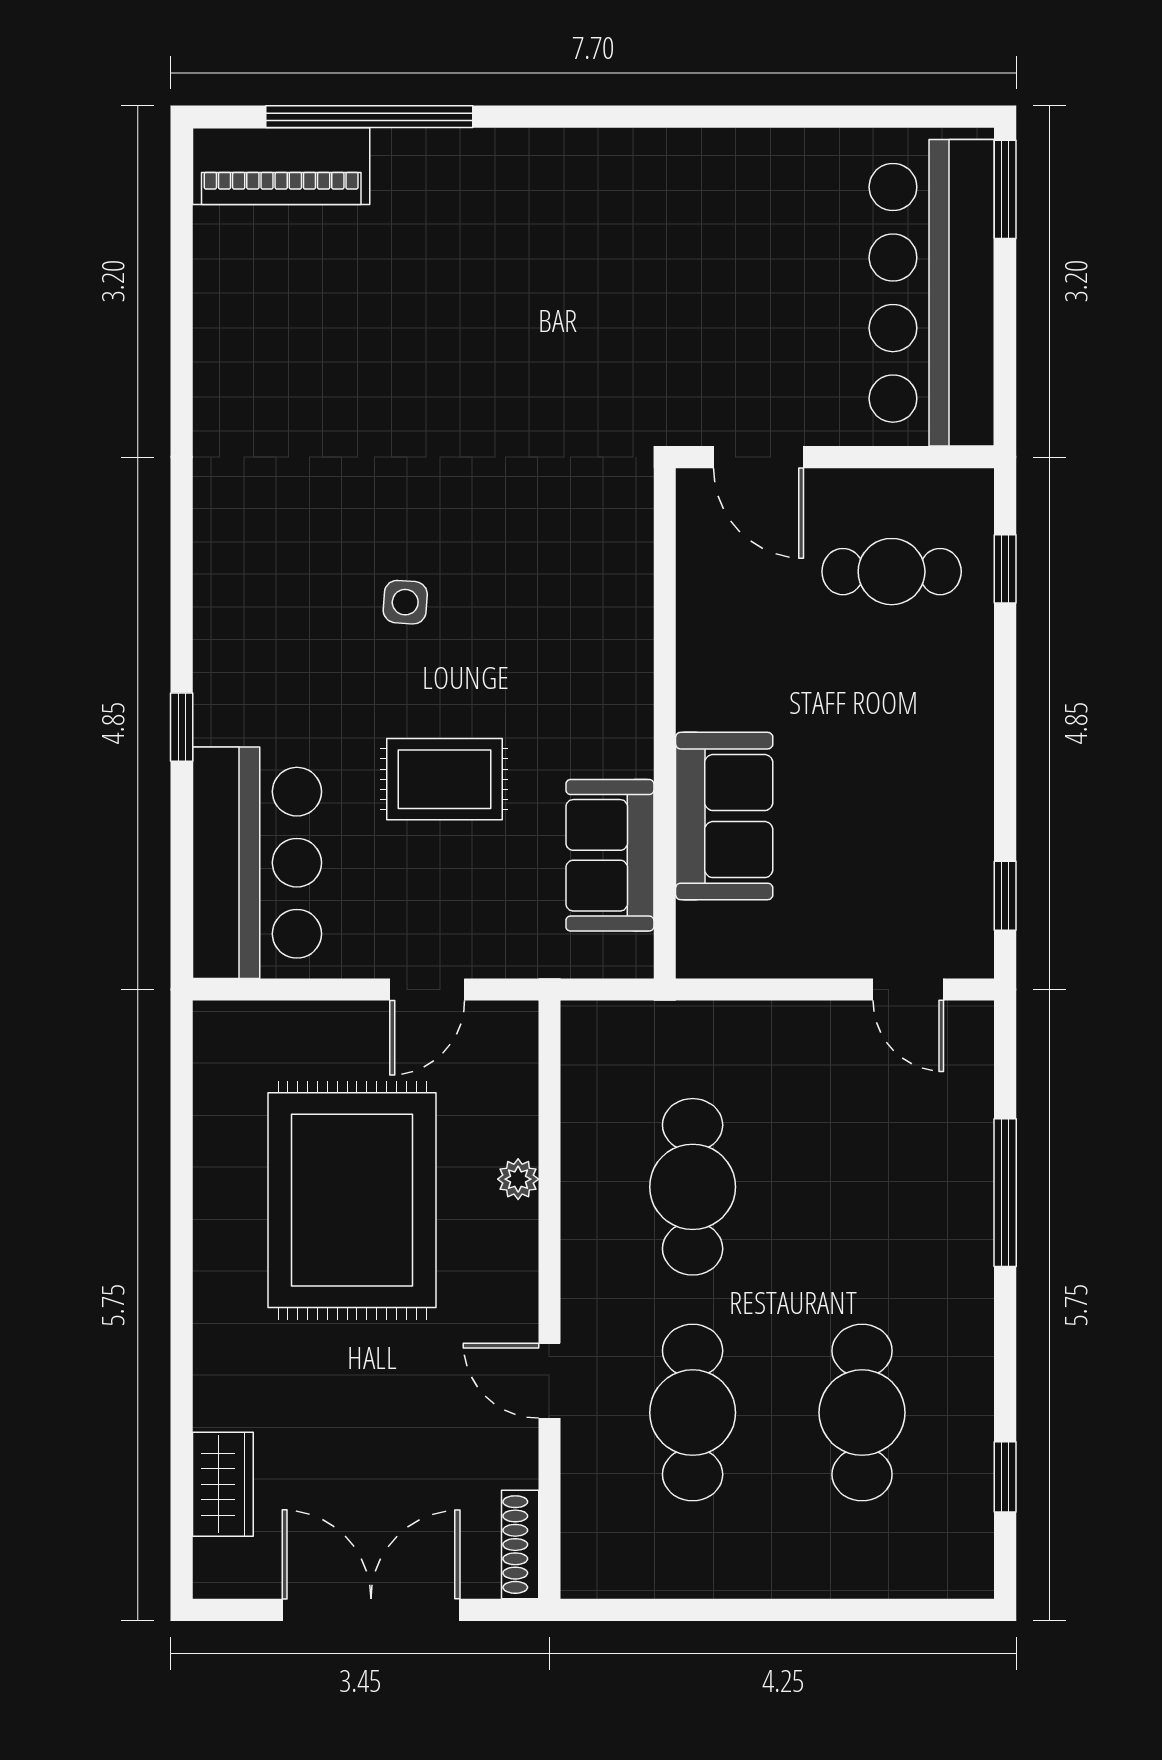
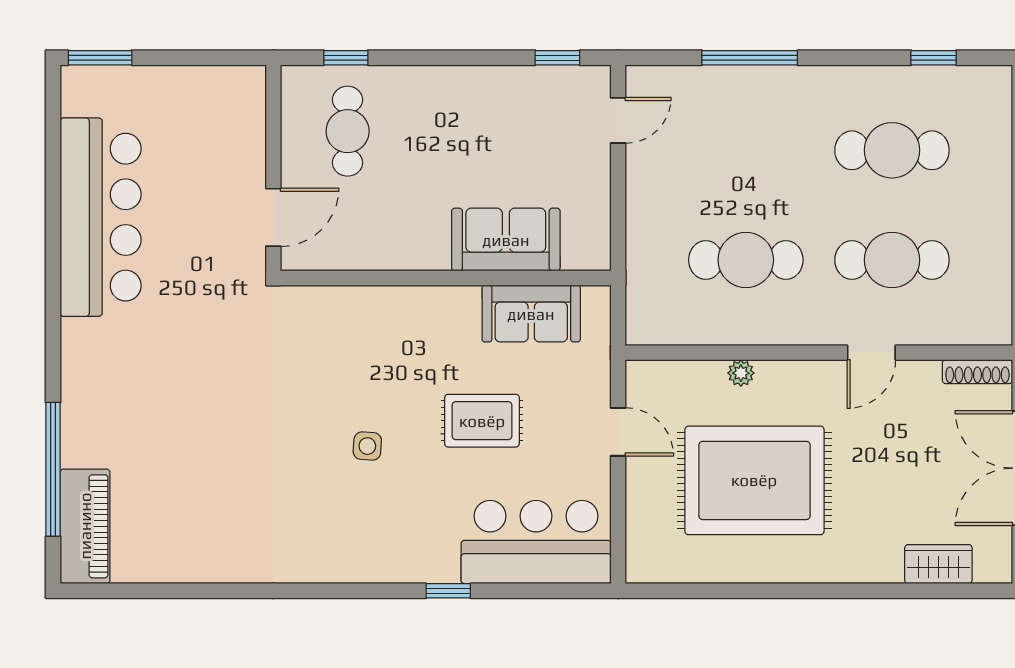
bar counter: (932, 293) -> (101, 217), moved, turned -90
rug: (444, 779) -> (482, 421), turned 90

